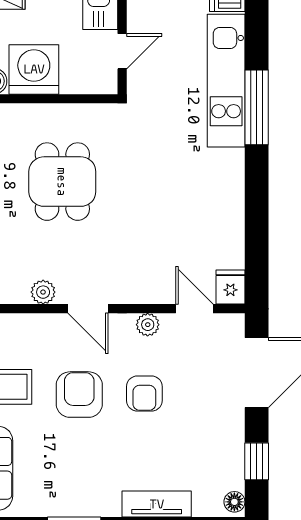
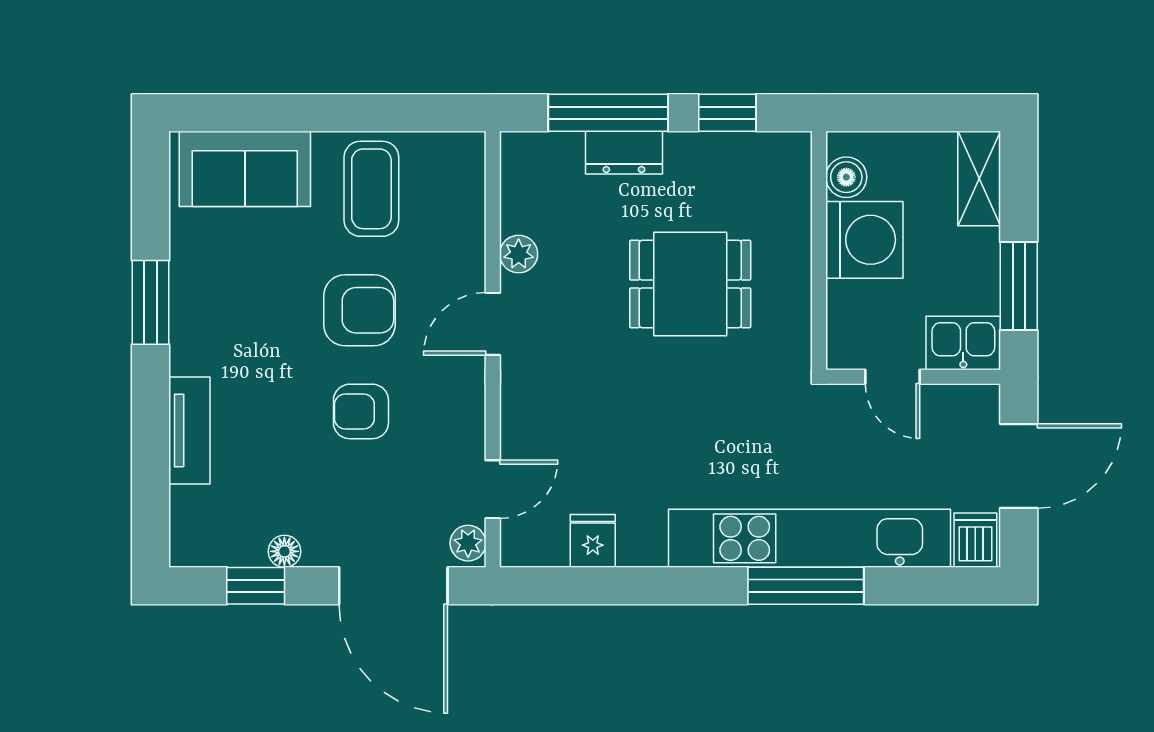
kitchen unit: (226, 81) -> (810, 538), width x1.36
fridge: (230, 287) -> (593, 541), moved, turned -90
plant: (148, 325) -> (468, 543), moved
floor lamp: (234, 502) -> (284, 551), moved

